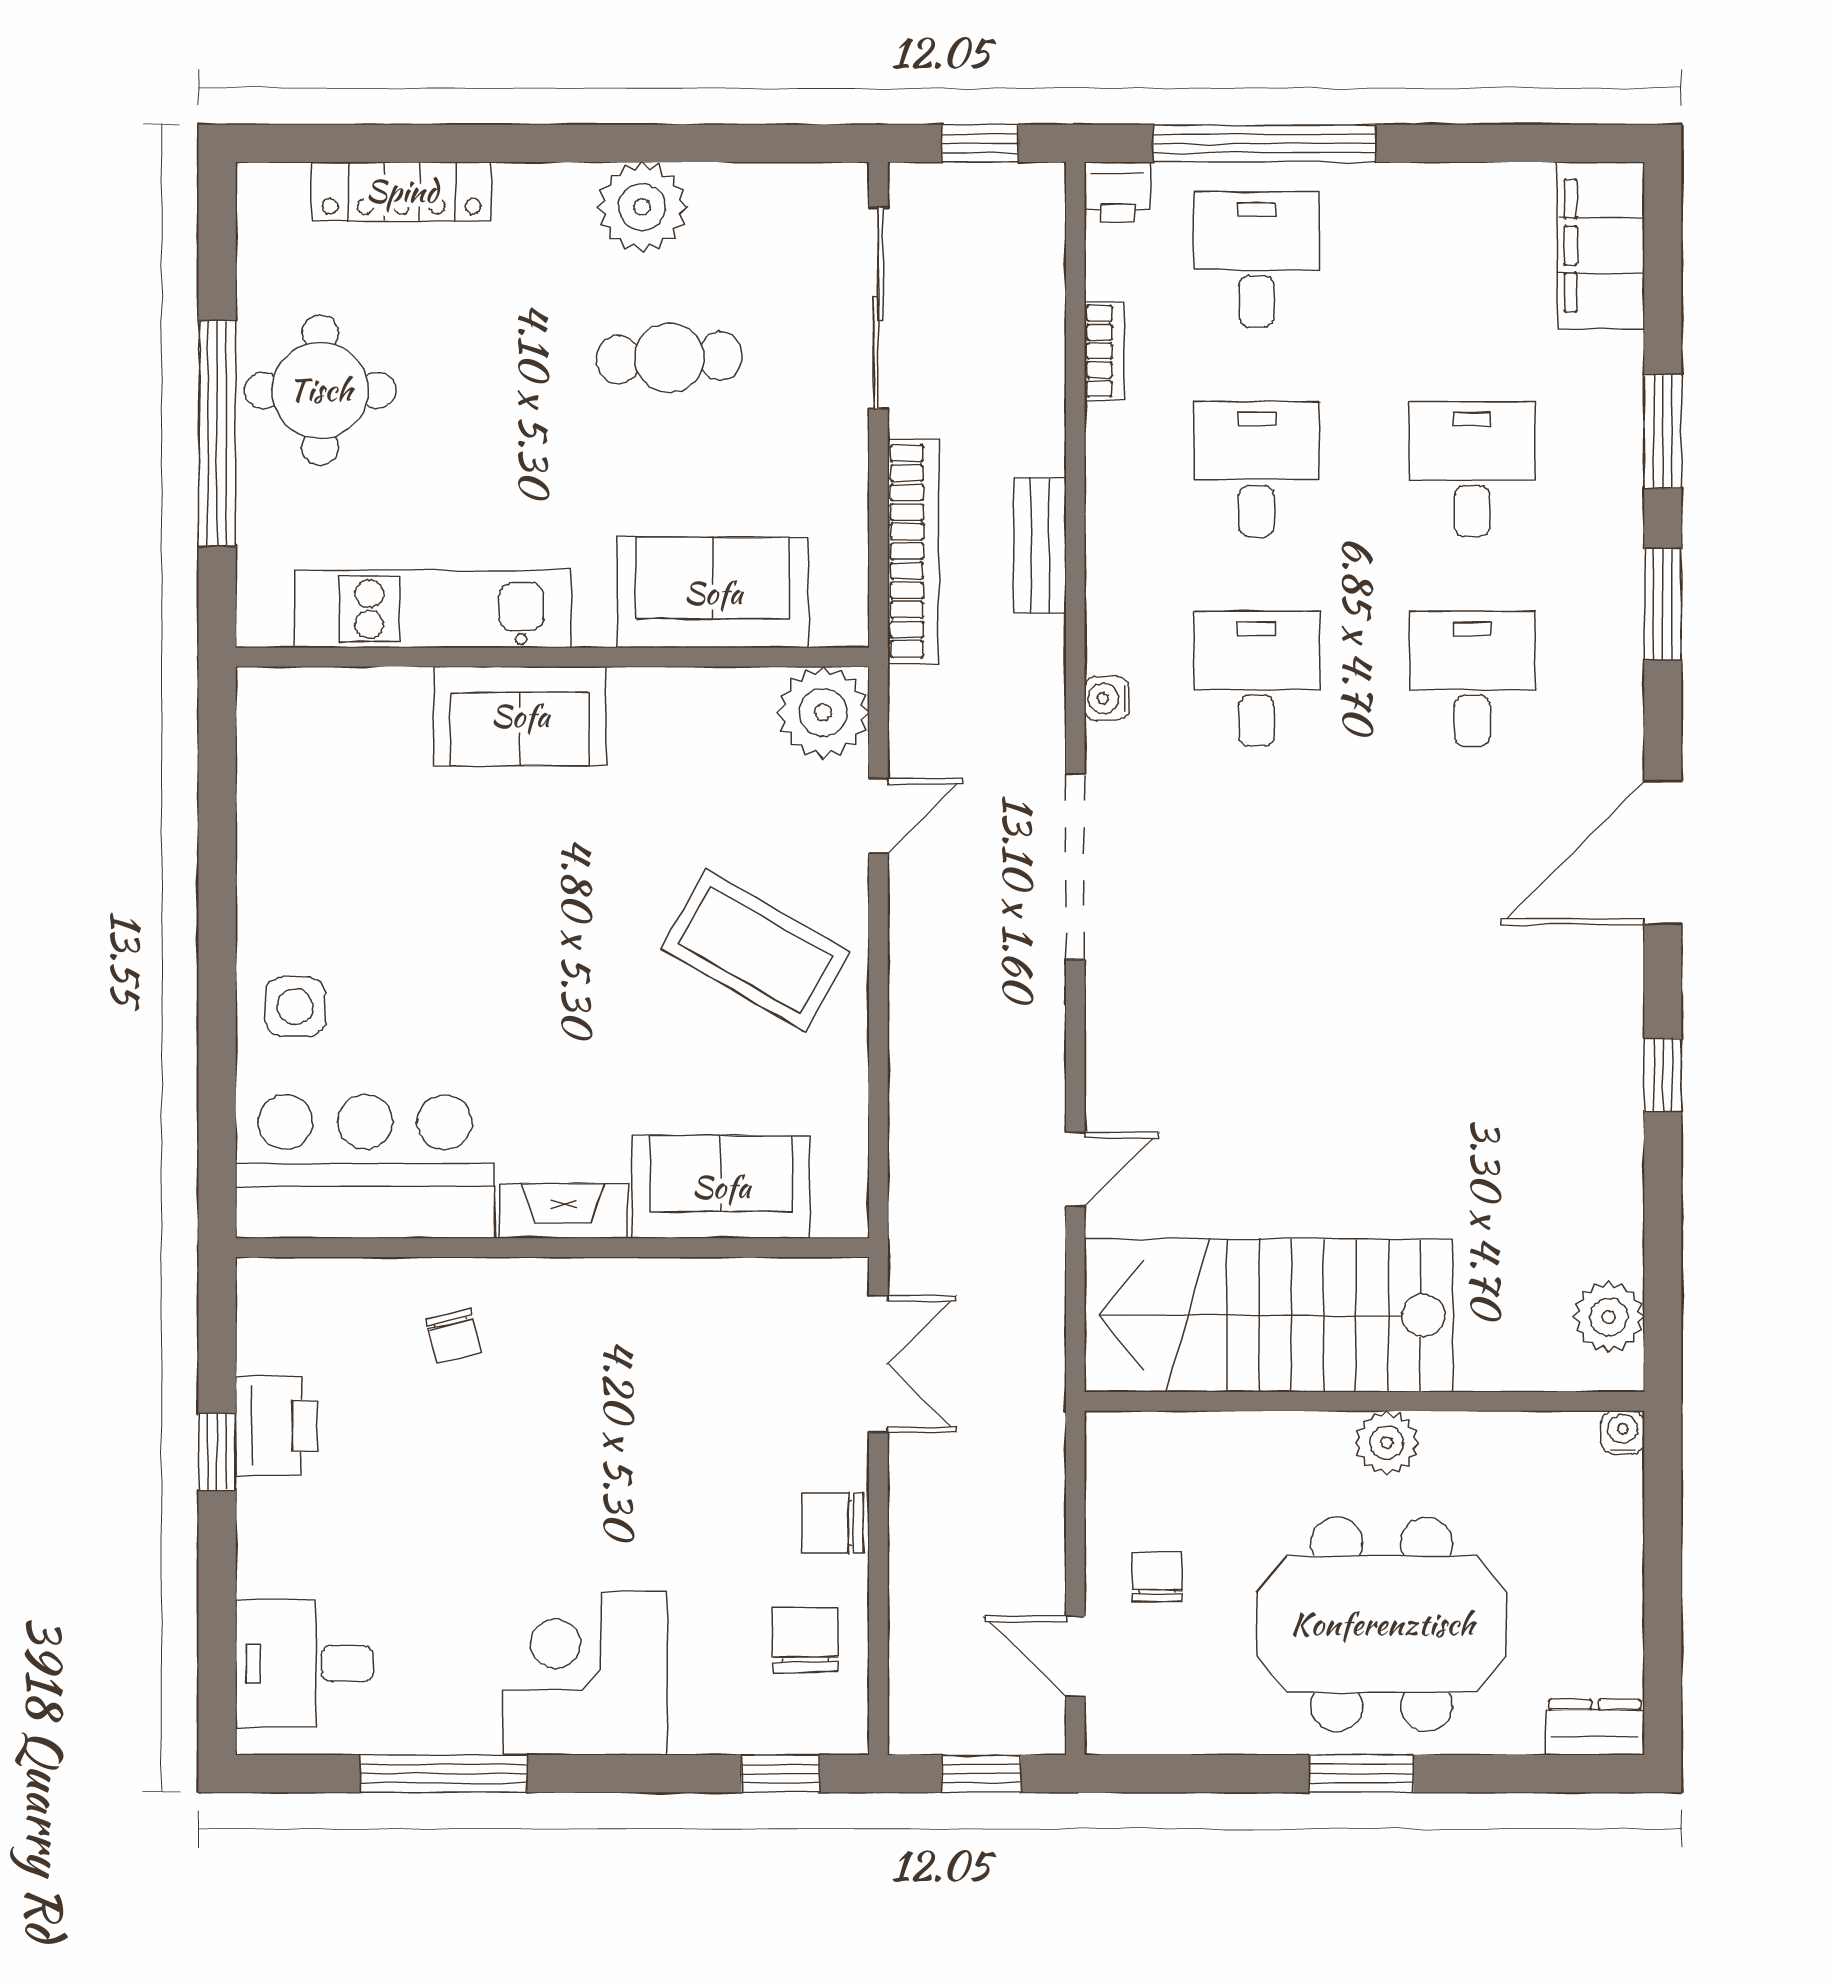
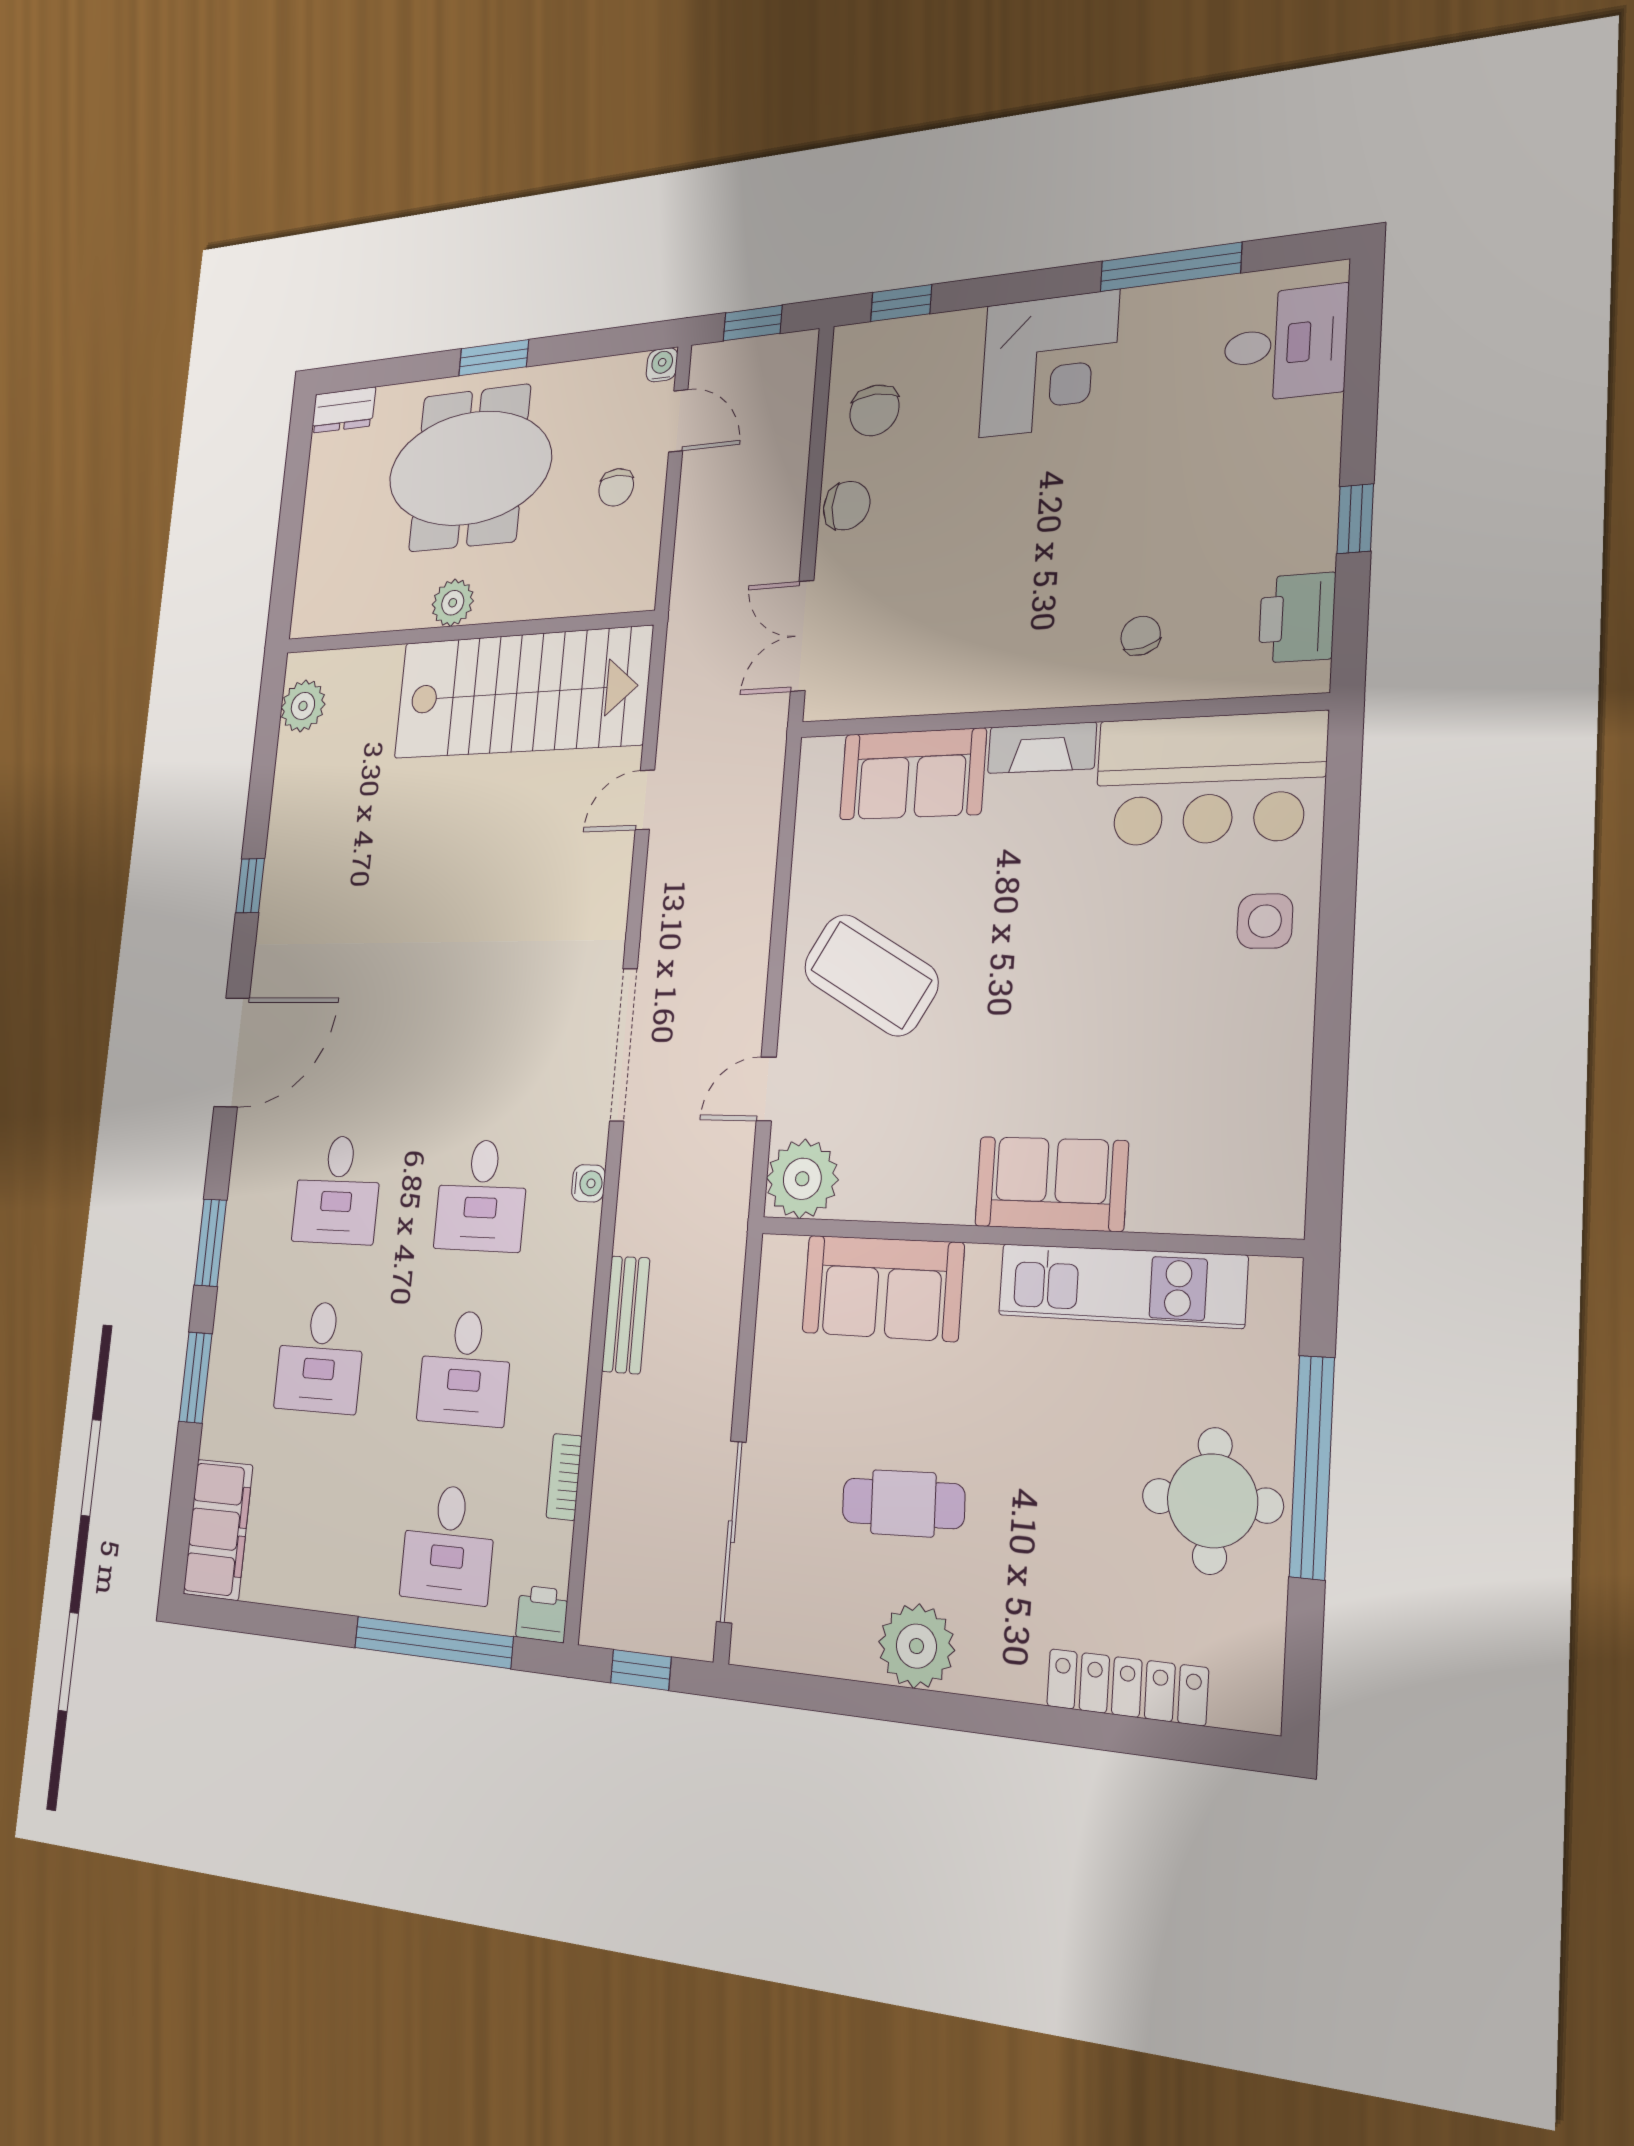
bookcase: (913, 551) -> (722, 1315), removed
printer: (276, 1426) -> (1297, 618), moved
water cooler: (1623, 1432) -> (662, 365), moved, turned 180

